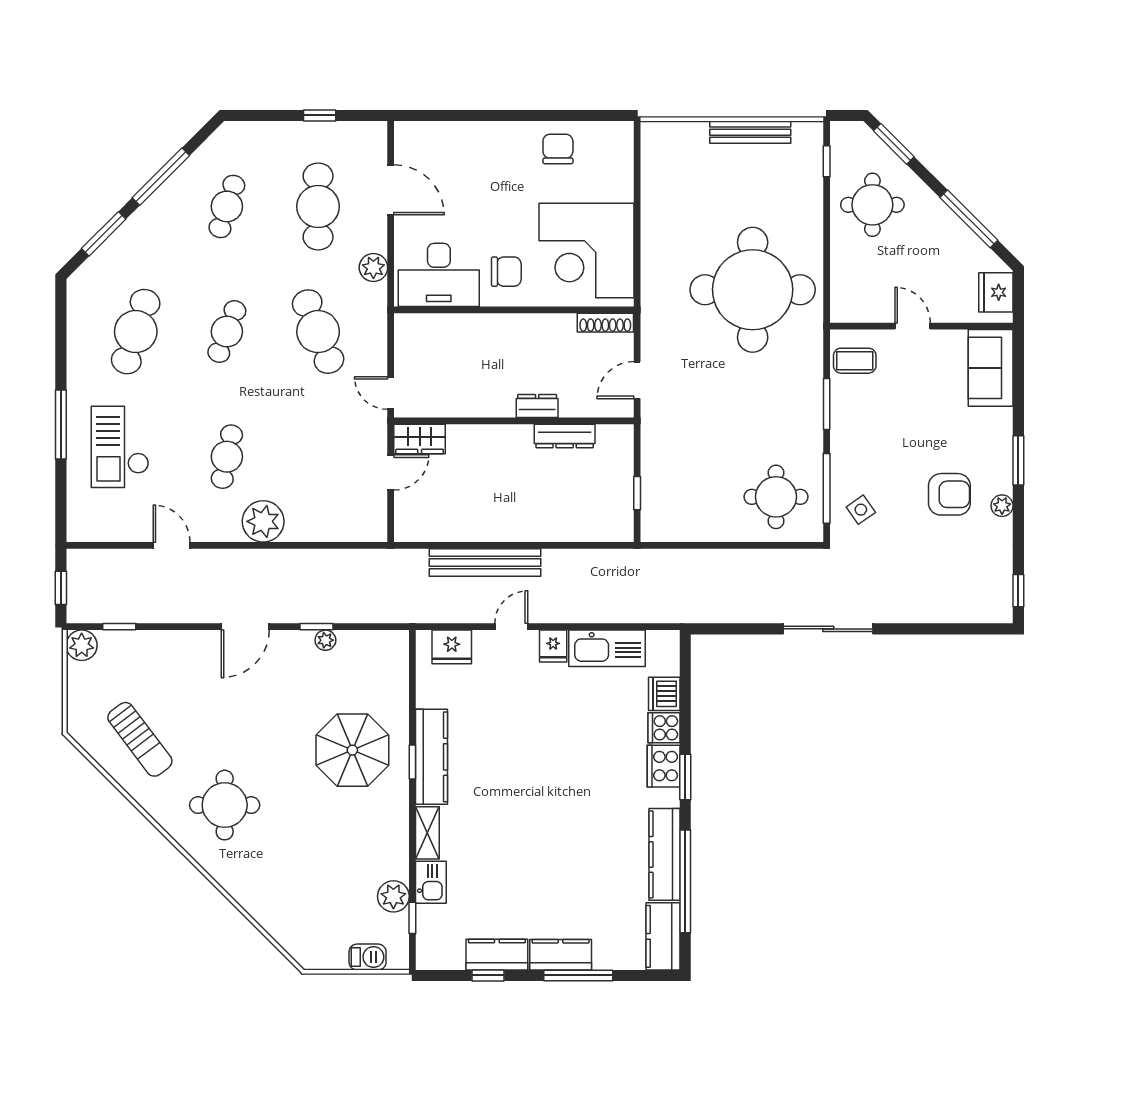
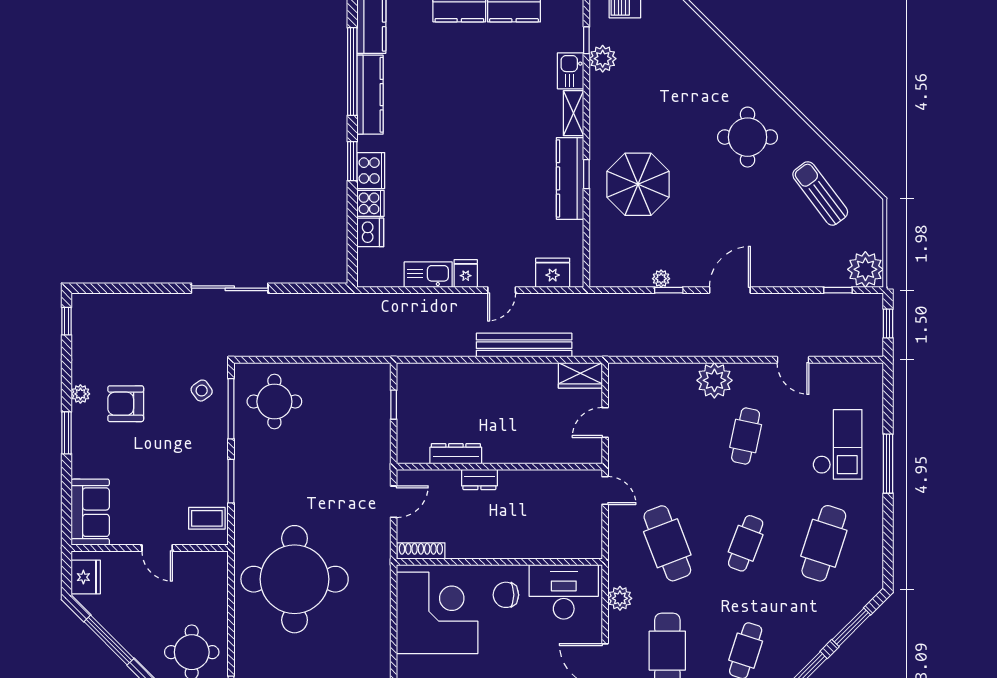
wardrobe: (420, 439) -> (580, 375), moved, turned 180
plant: (82, 645) -> (865, 269), width x1.36, depth x1.36
kitchen sink: (607, 648) -> (428, 275), width x0.73, depth x0.81

